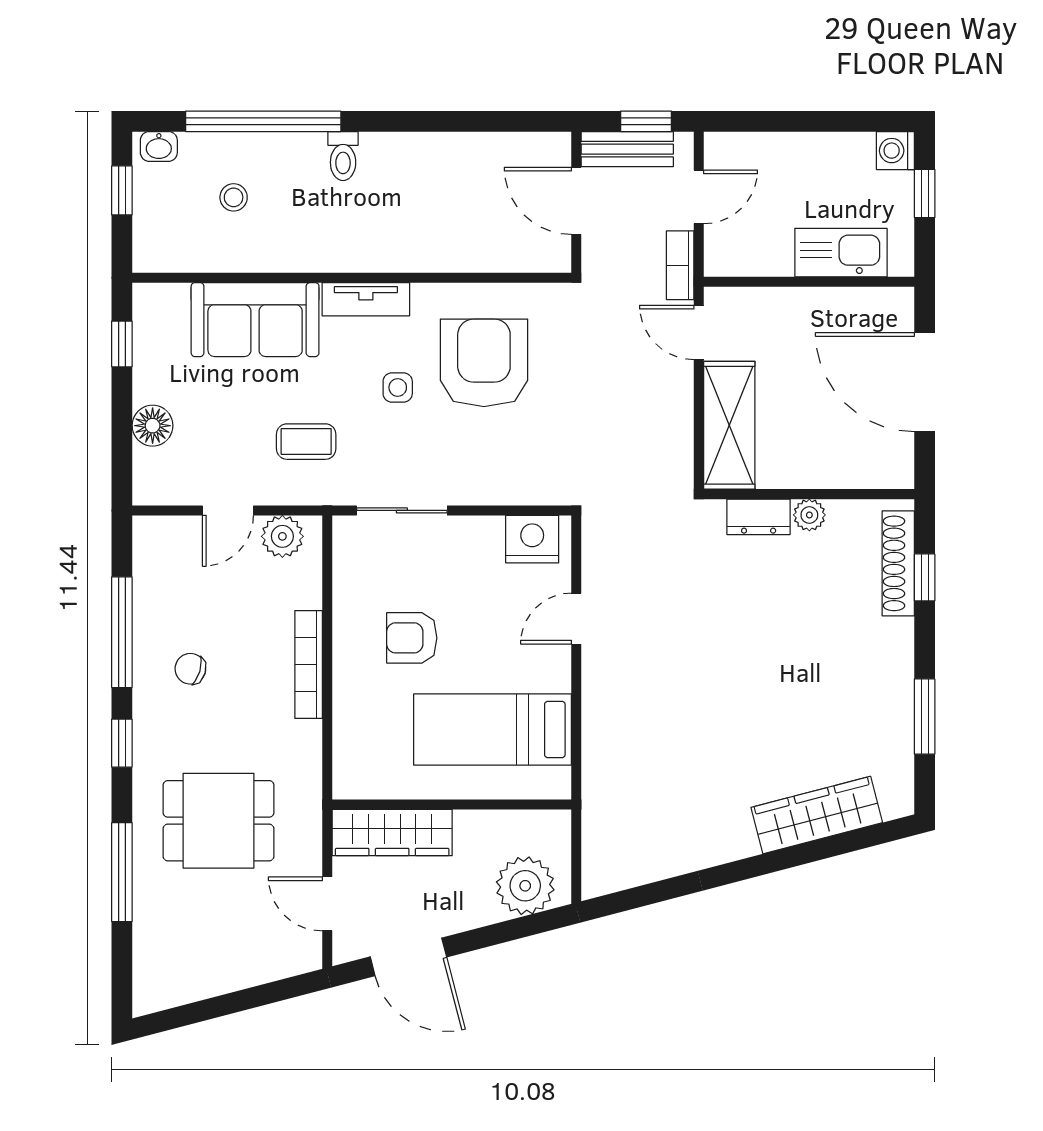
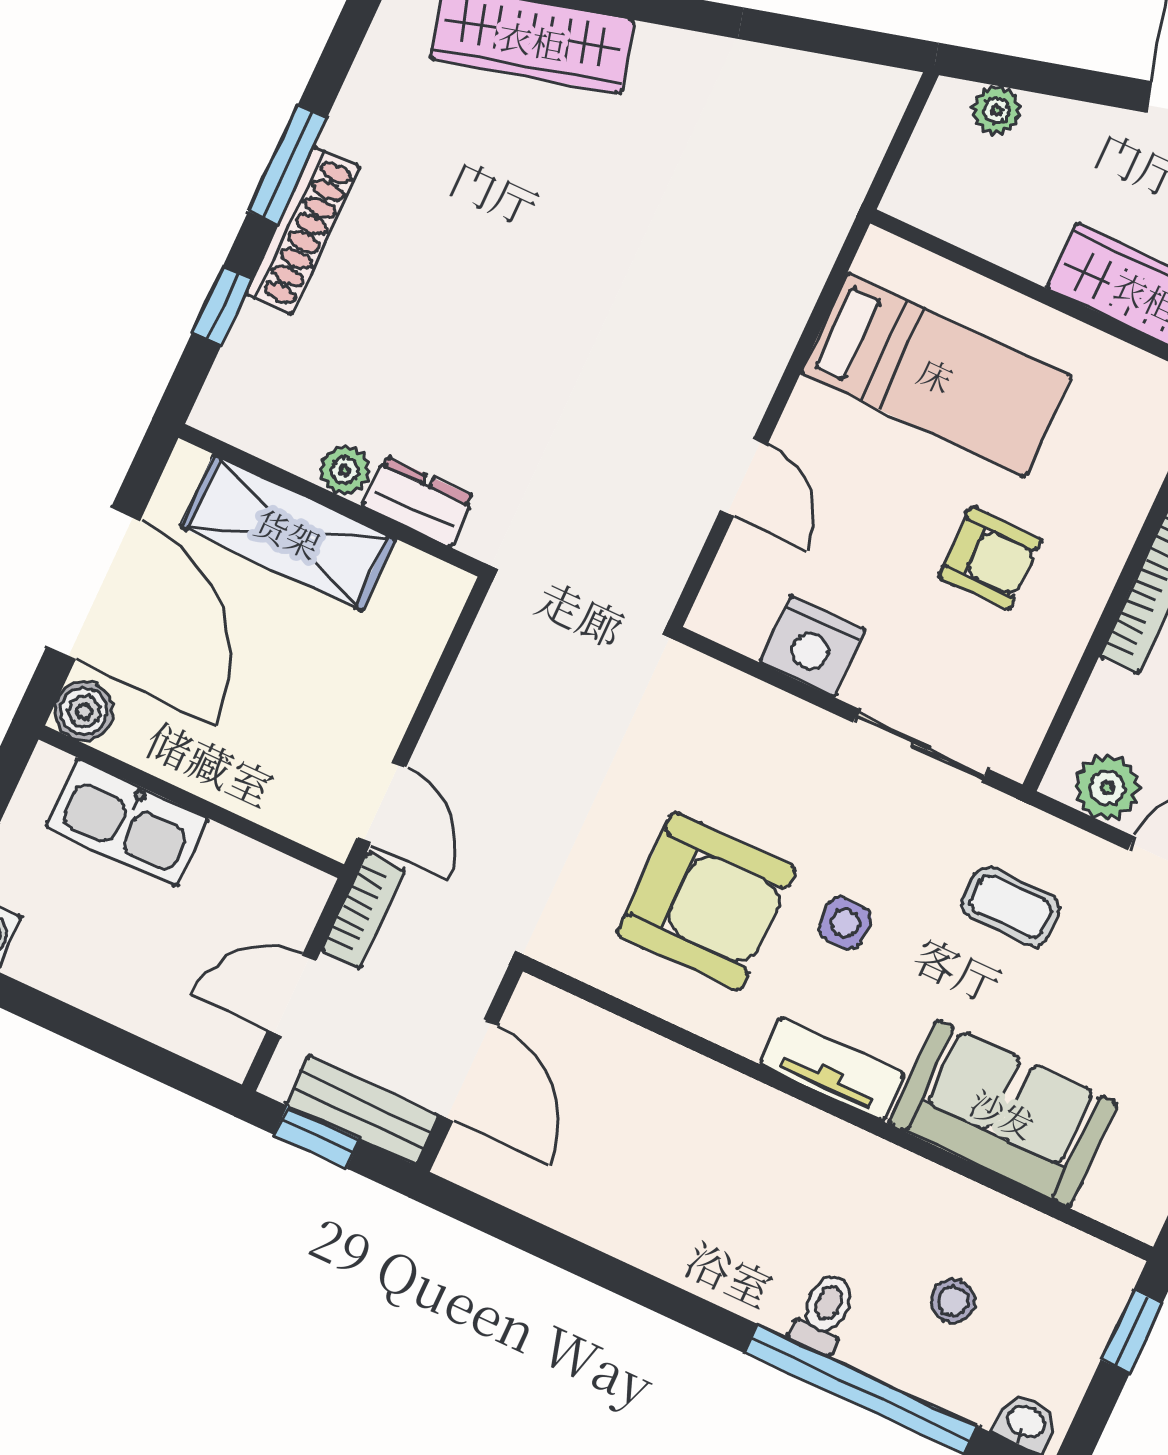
toilet: (343, 156) -> (824, 1313), moved
window: (122, 190) -> (1132, 1332), moved
boiler: (896, 305) -> (84, 711), added
armchair: (484, 363) -> (706, 901), turned -90
shelving: (729, 425) -> (288, 533), moved, turned 90
nightstand: (532, 539) -> (813, 646), moved
shoe rack: (898, 563) -> (303, 231), moved
door: (576, 619) -> (744, 477), hinge flipped
window: (925, 717) -> (288, 164), moved
plant: (525, 886) -> (996, 110), width x0.53, depth x0.53

